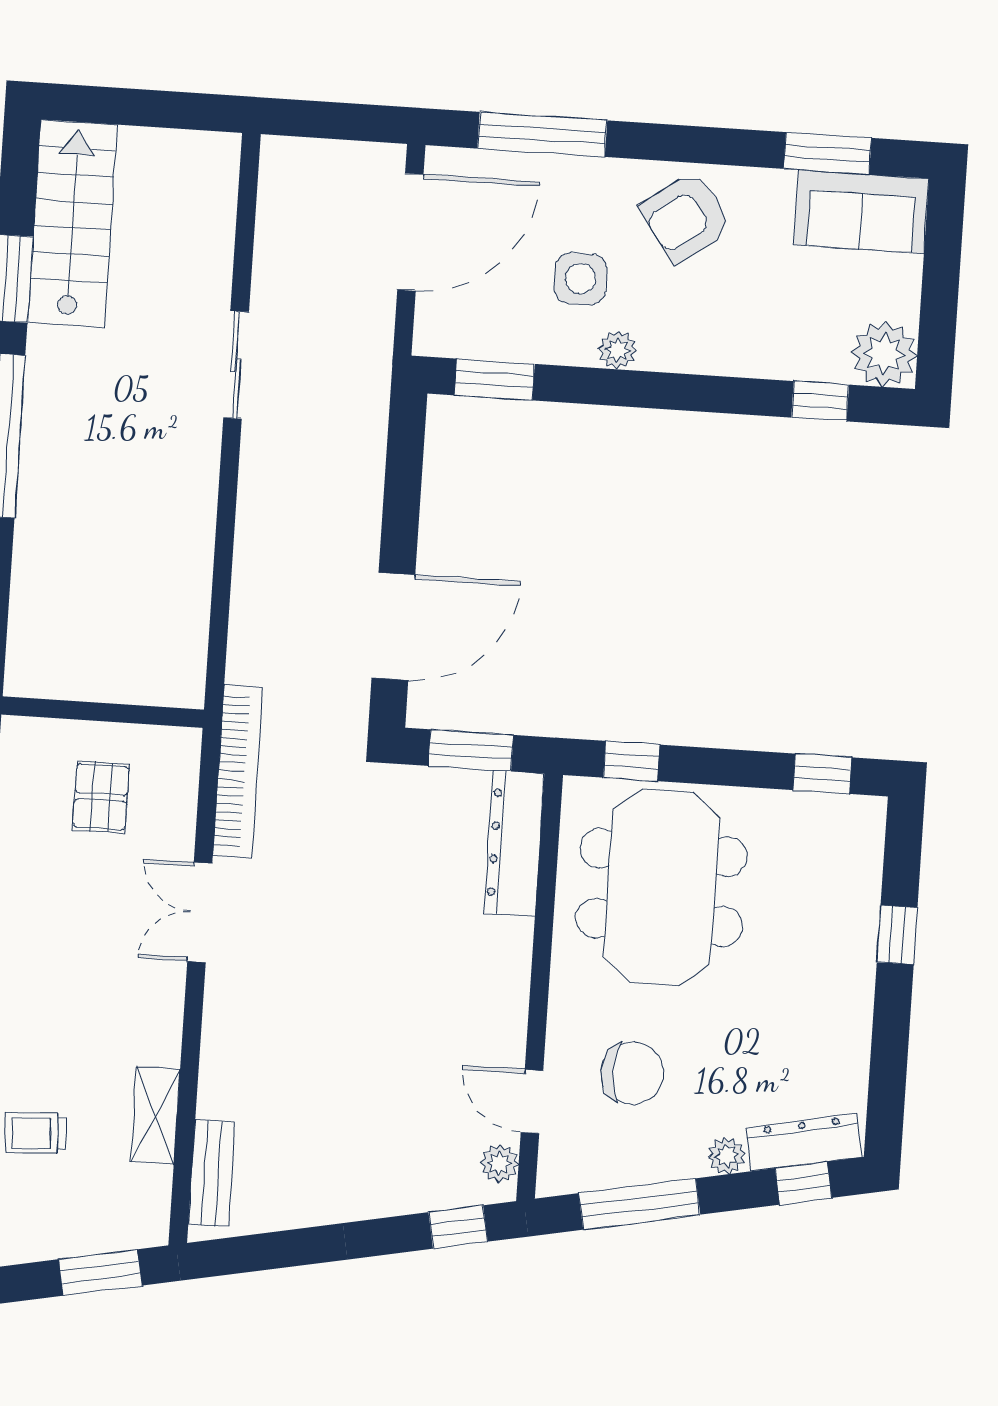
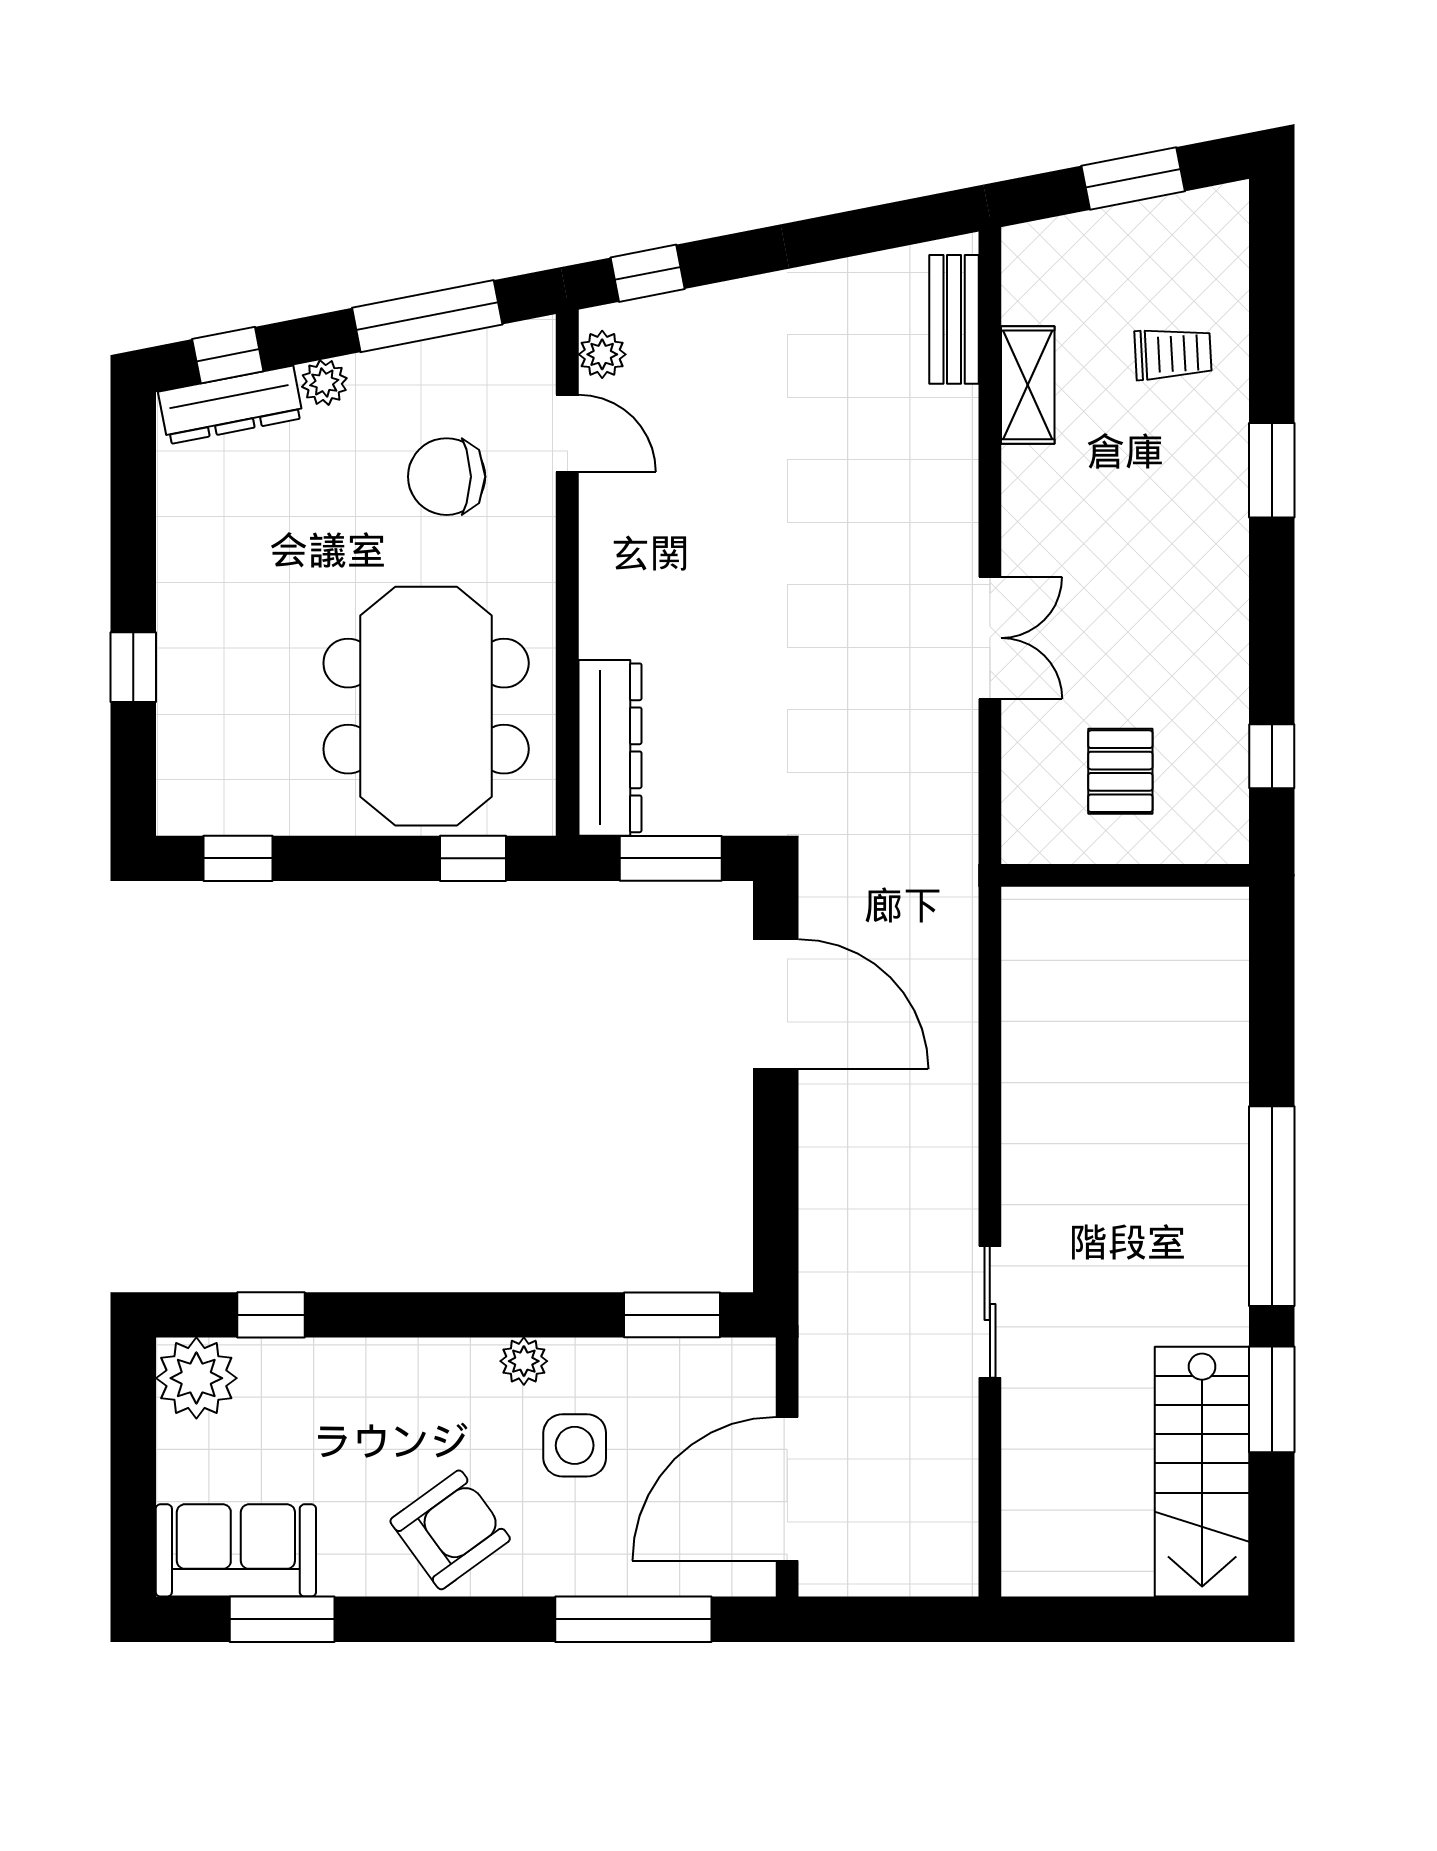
door: (393, 626) -> (776, 1004), swing flipped
bookcase: (238, 771) -> (955, 814), removed
window: (100, 1272) -> (1133, 178), moved

